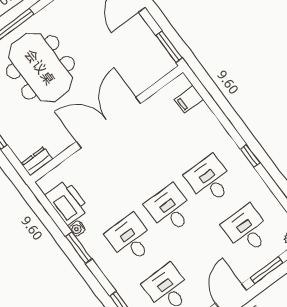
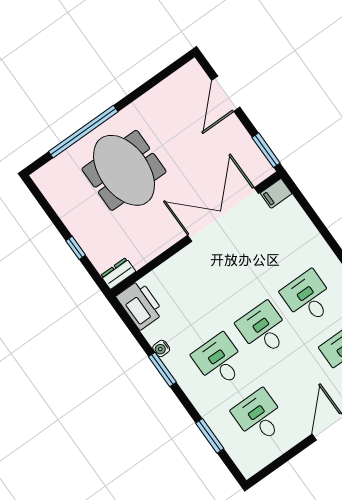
filing cabinet: (189, 99) -> (276, 193), moved
double door: (109, 122) -> (223, 214), moved
printer: (67, 202) -> (140, 305), moved

